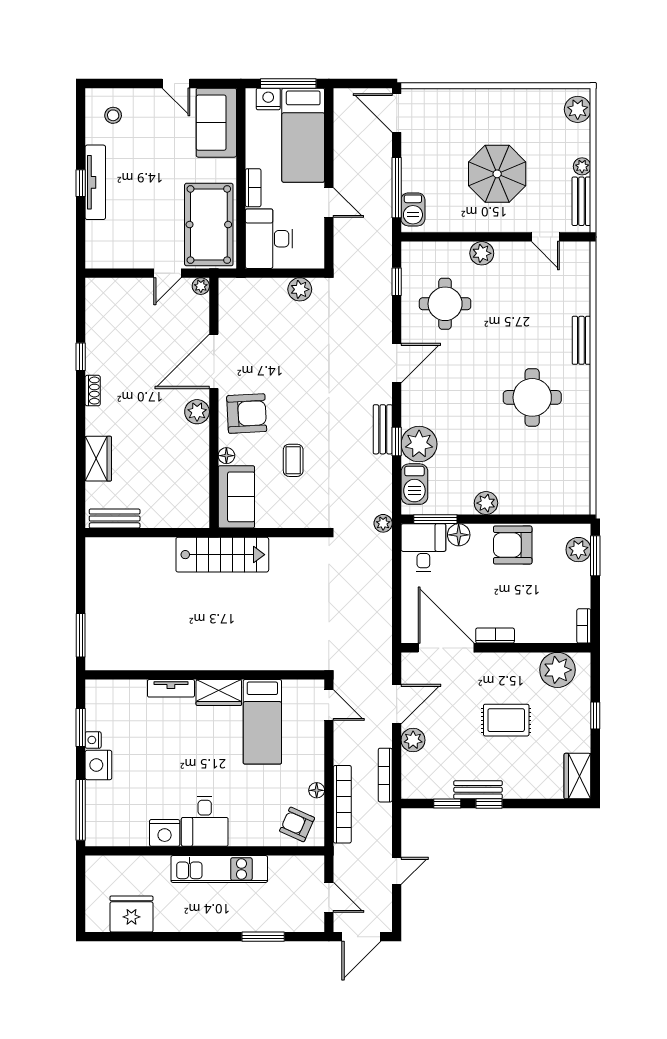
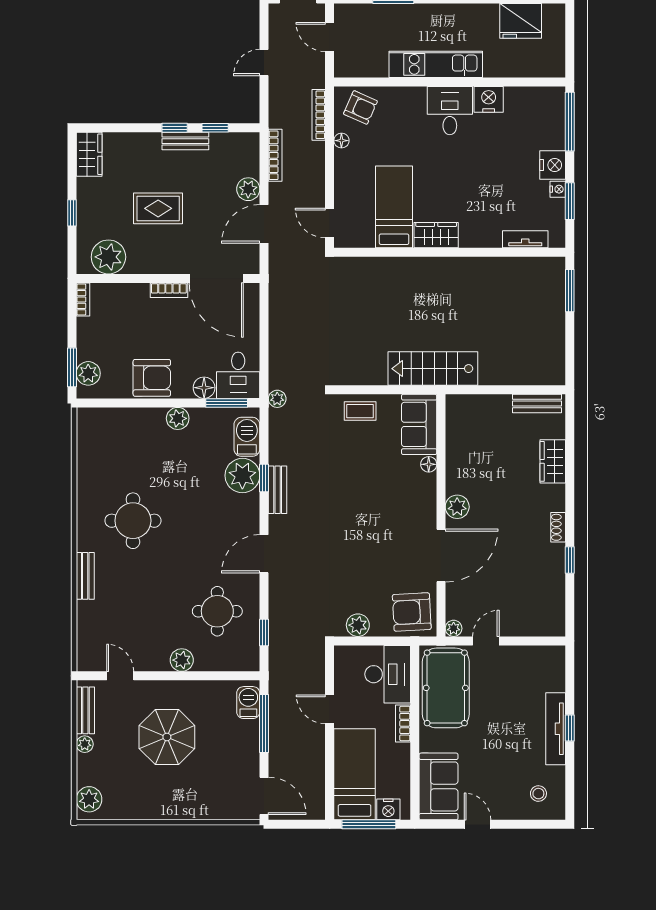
armchair: (247, 414) -> (412, 612), moved
coffee table: (293, 460) -> (360, 411), moved, turned 90
tv unit: (171, 688) -> (525, 239), moved
bookcase: (342, 804) -> (319, 115), width x0.68, depth x0.76

